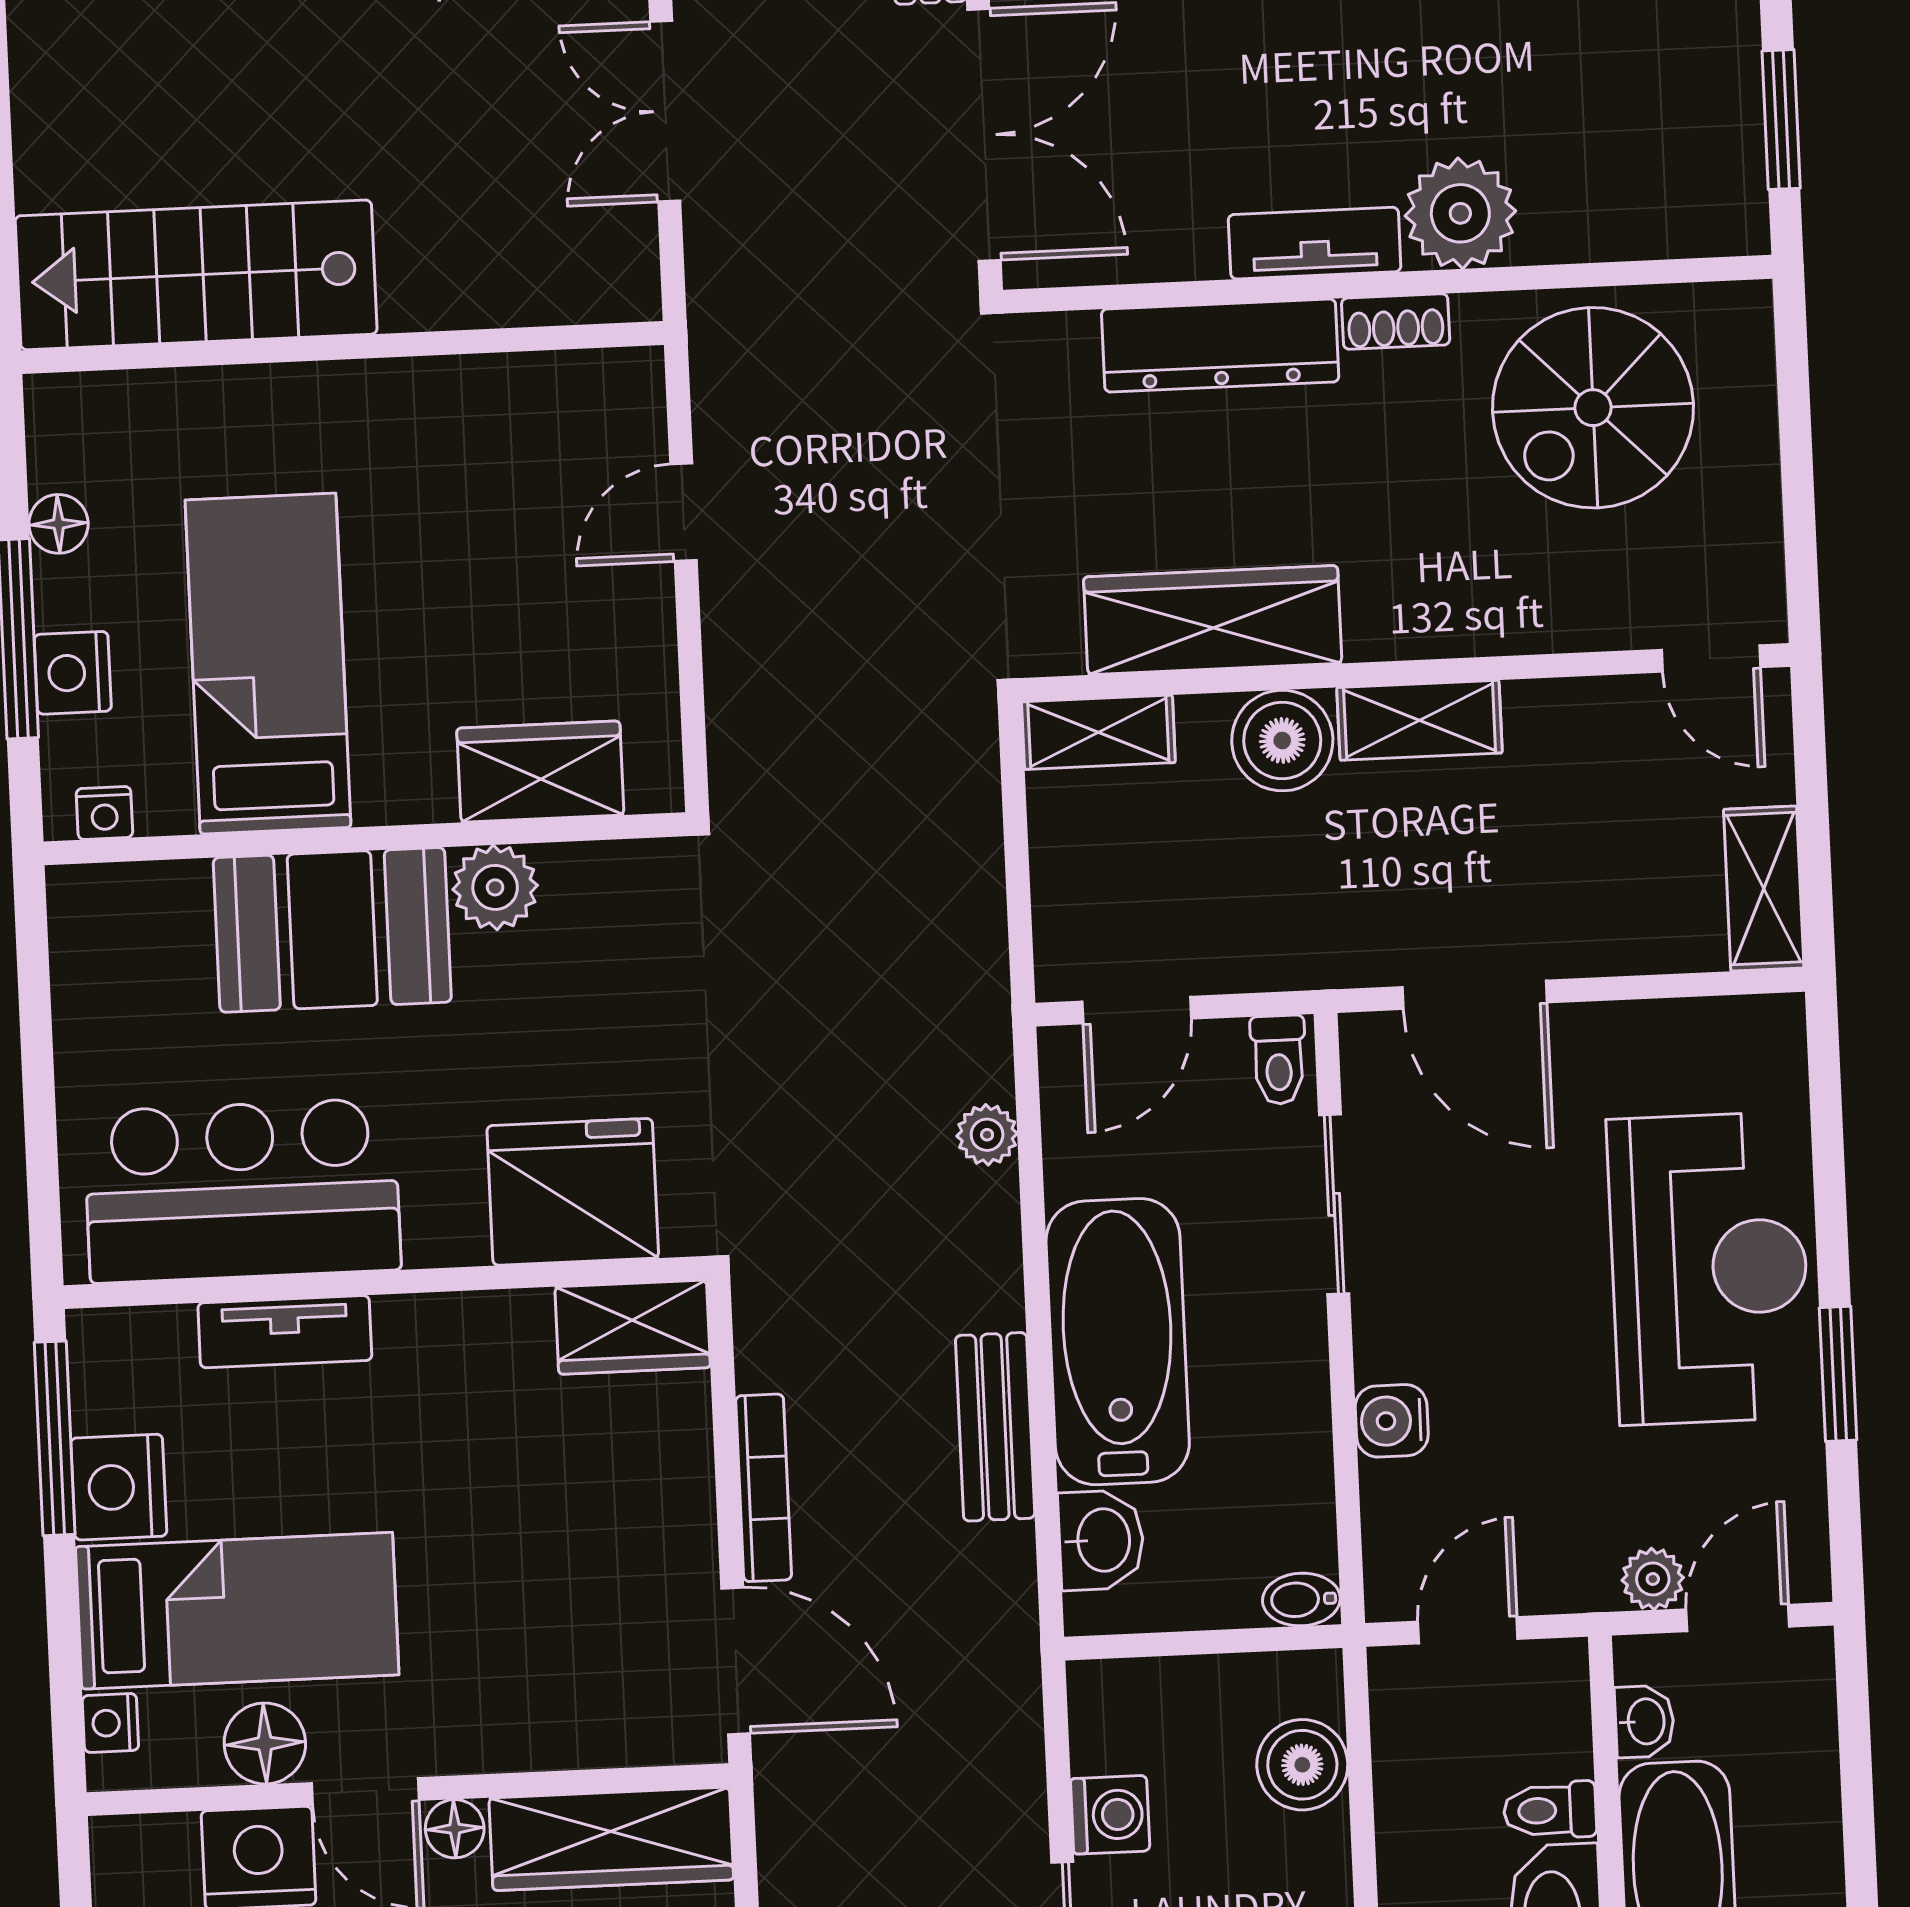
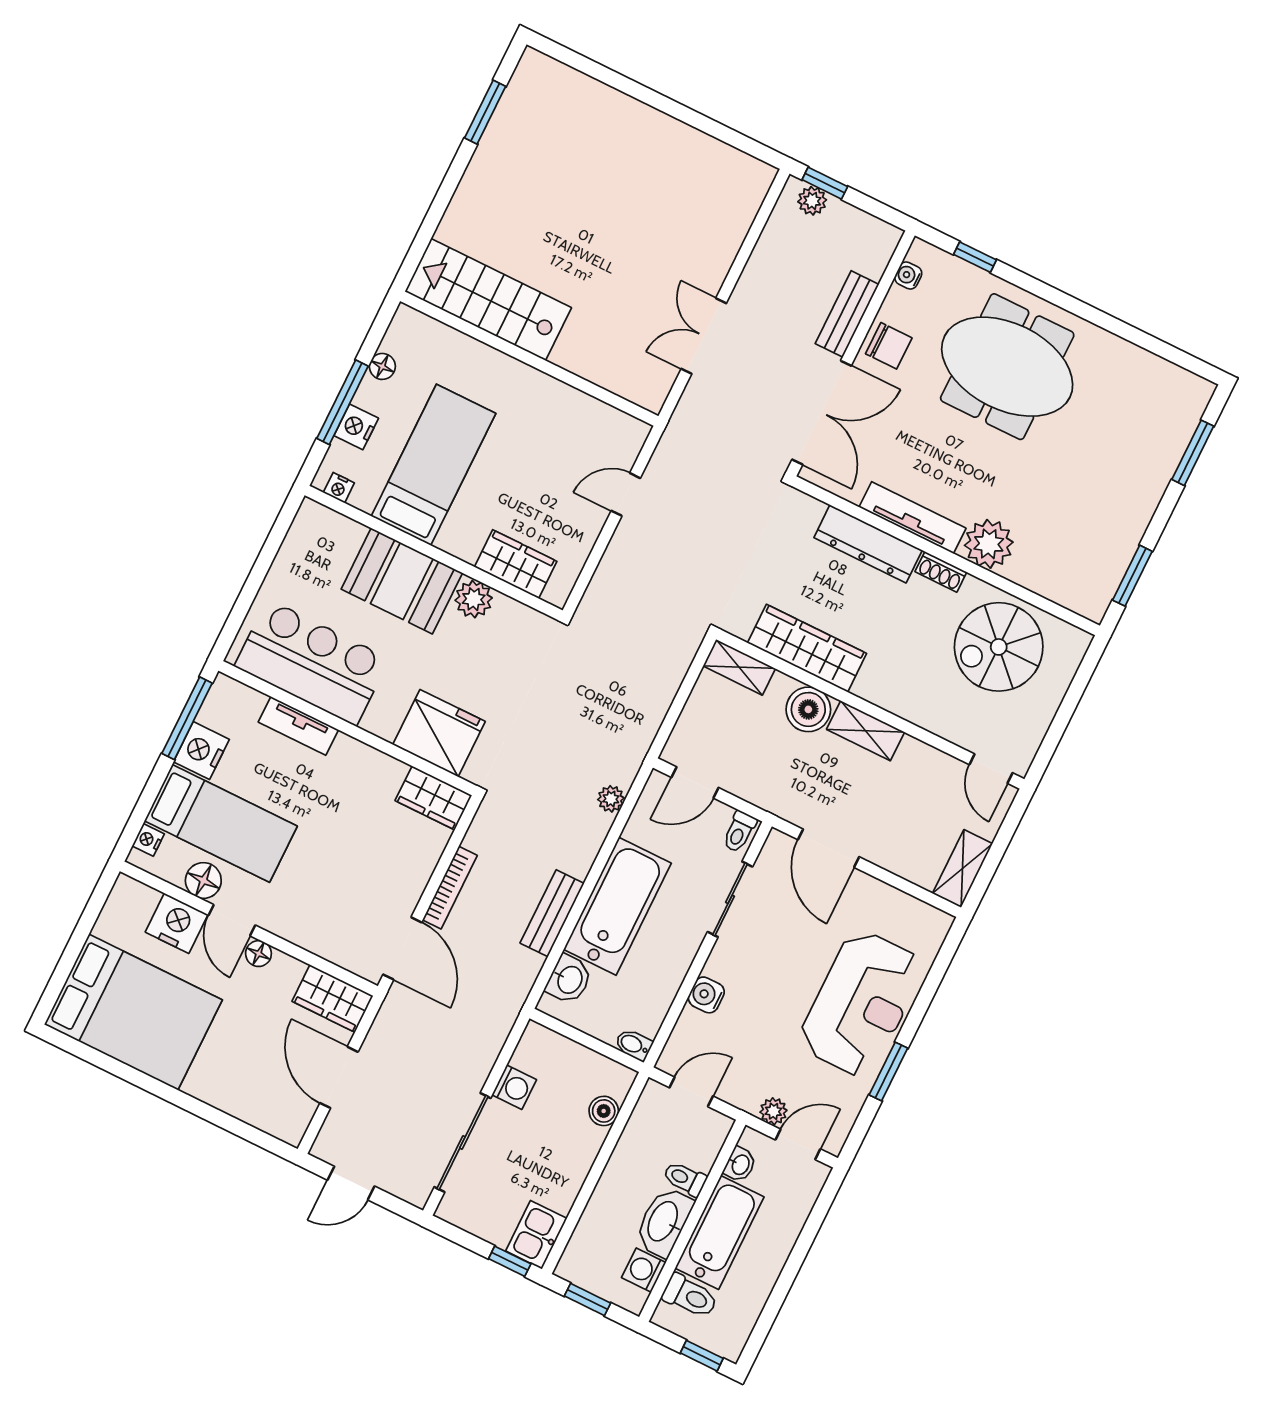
tv unit: (1315, 243) -> (913, 518), width x1.41
boiler: (1302, 1765) -> (604, 1111), width x0.73, depth x0.73
wardrobe: (611, 1839) -> (333, 998), width x0.67

